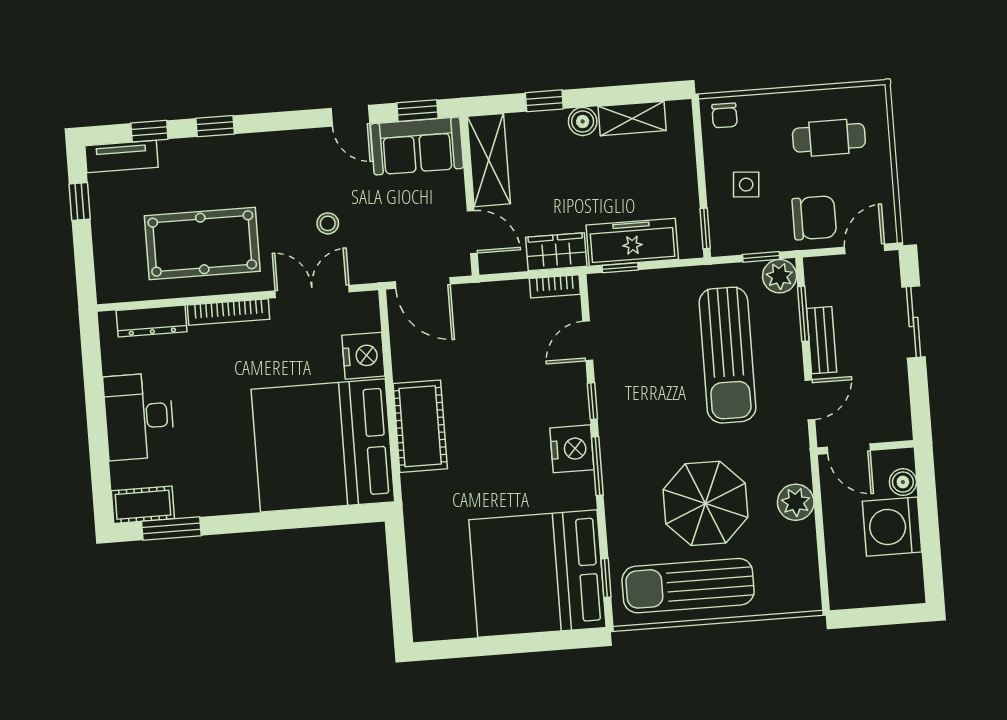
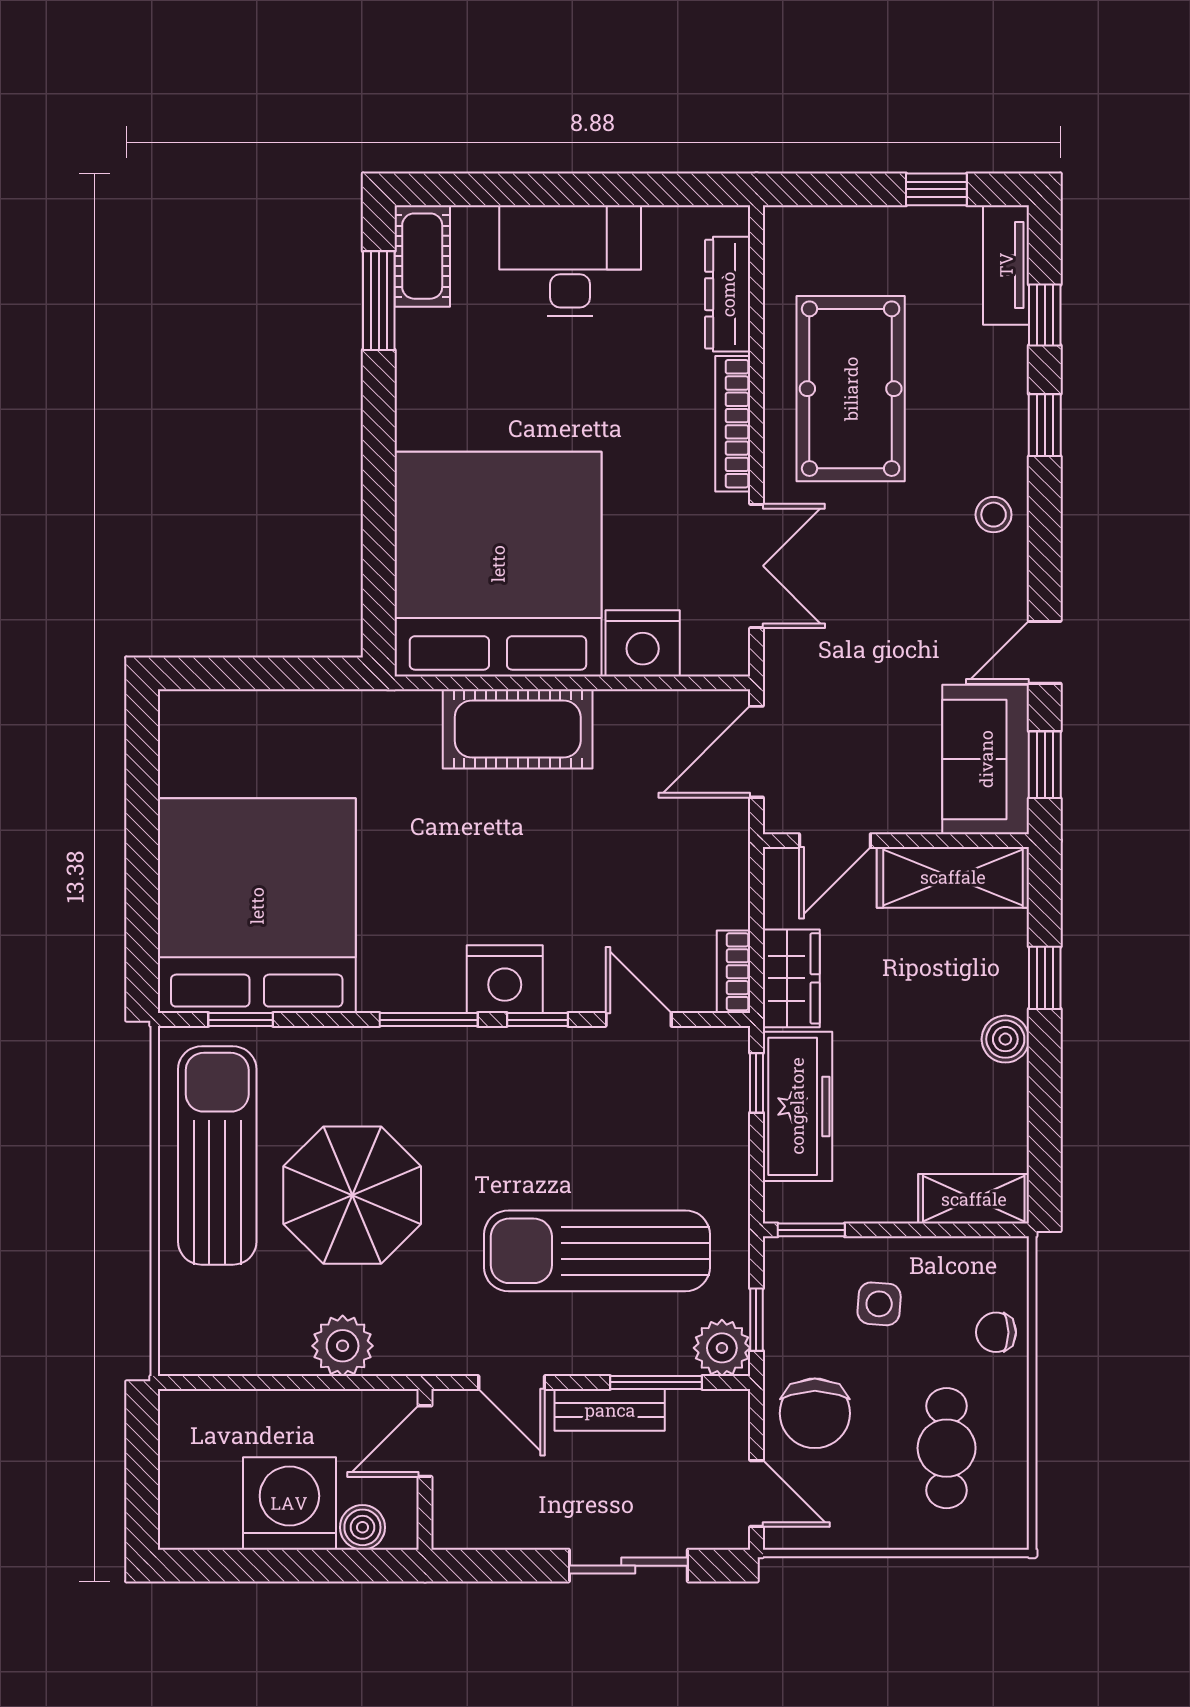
chair: (725, 115) -> (996, 1332), moved
shelving: (632, 118) -> (974, 1199), moved, turned 90
stool: (328, 223) -> (994, 515), moved
nightstand: (572, 449) -> (505, 979), moved

